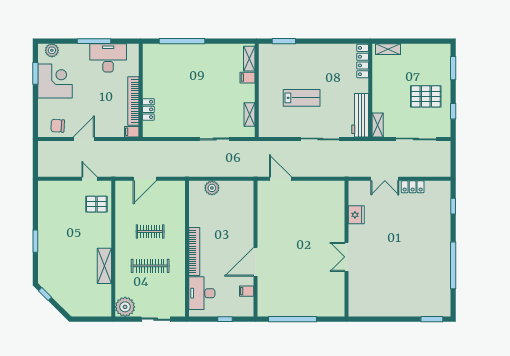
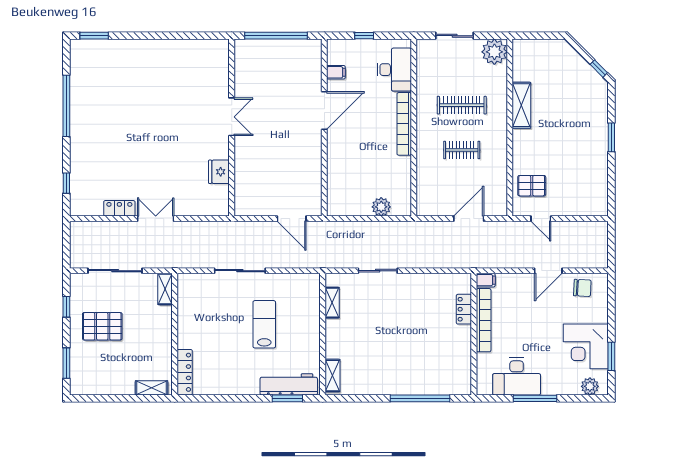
filing cabinet: (248, 78) -> (335, 351), removed
lab bench: (302, 98) -> (264, 324), turned 90
workbench: (360, 115) -> (289, 384), moved, turned -90
fridge: (356, 215) -> (219, 172), moved
wall: (347, 249) -> (232, 128), moved
double door: (347, 257) -> (232, 117), moved

